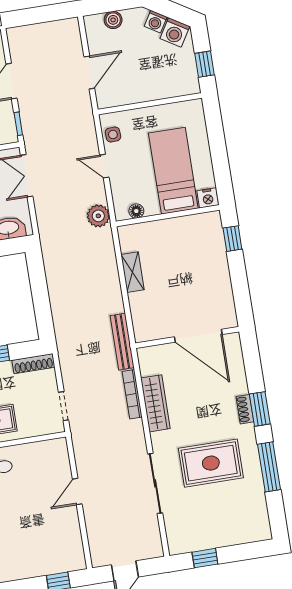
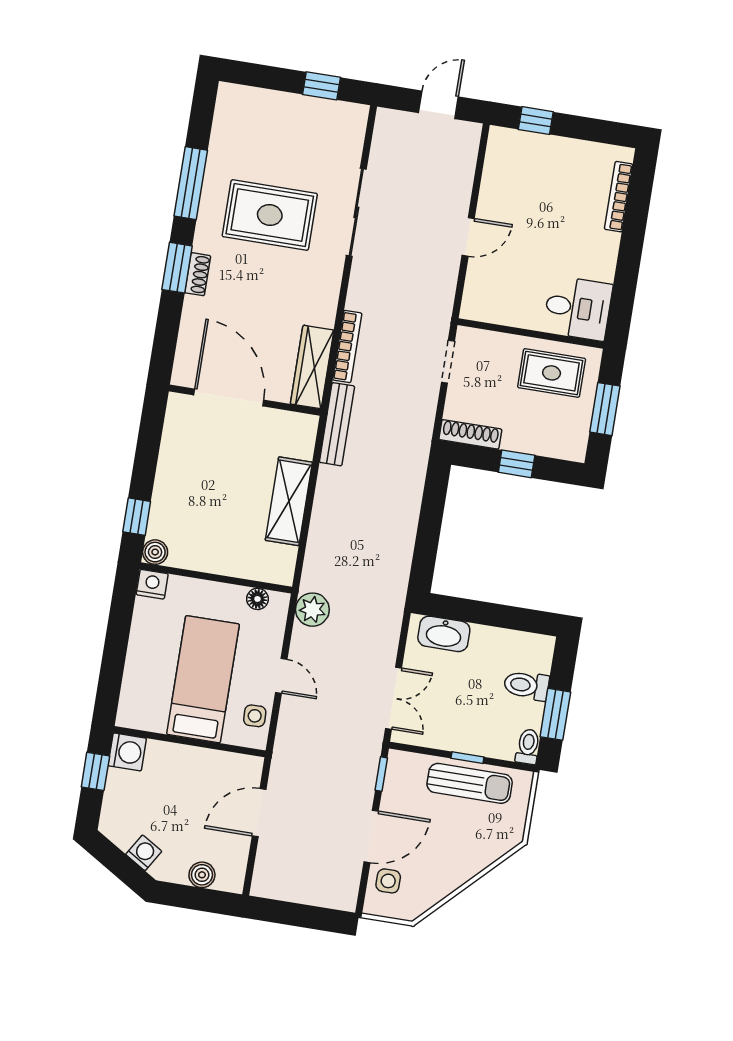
washing machine: (175, 32) -> (127, 752), moved, turned 59
bed: (173, 171) -> (203, 679), moved, turned 180
boiler: (213, 219) -> (155, 552), added
shelving: (133, 272) -> (289, 501), width x1.50, depth x1.33
wardrobe: (155, 403) -> (312, 367), moved

